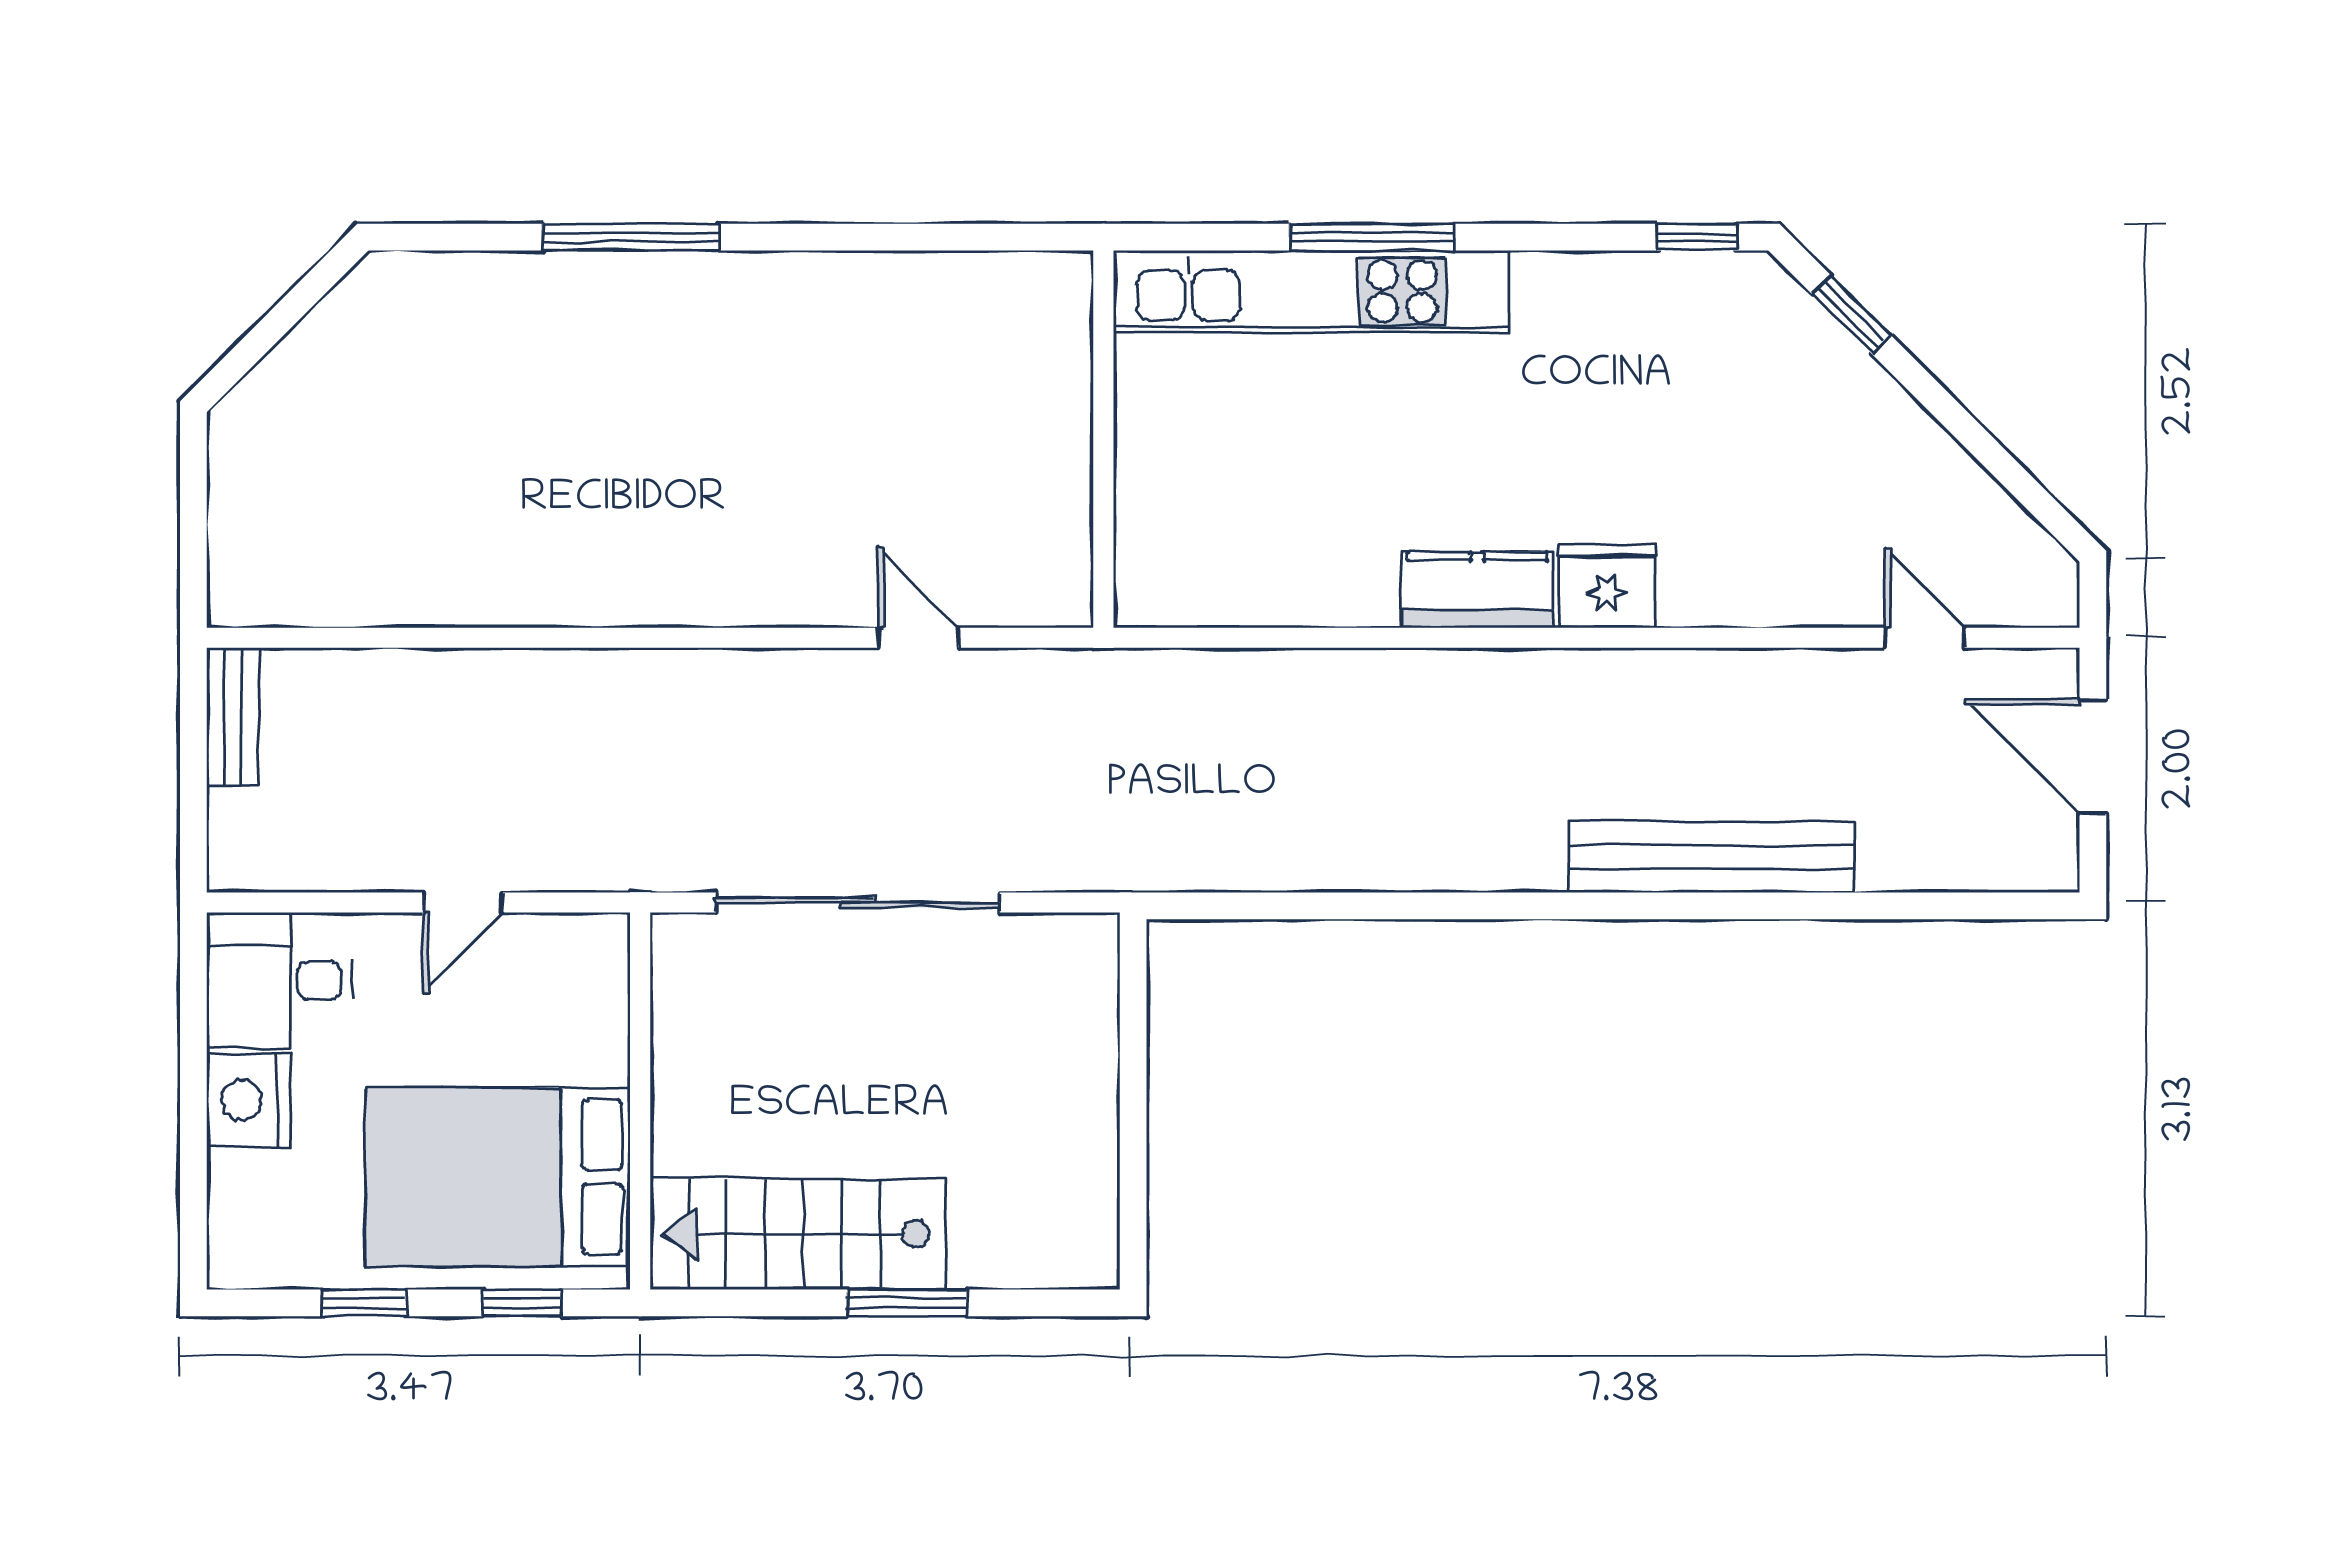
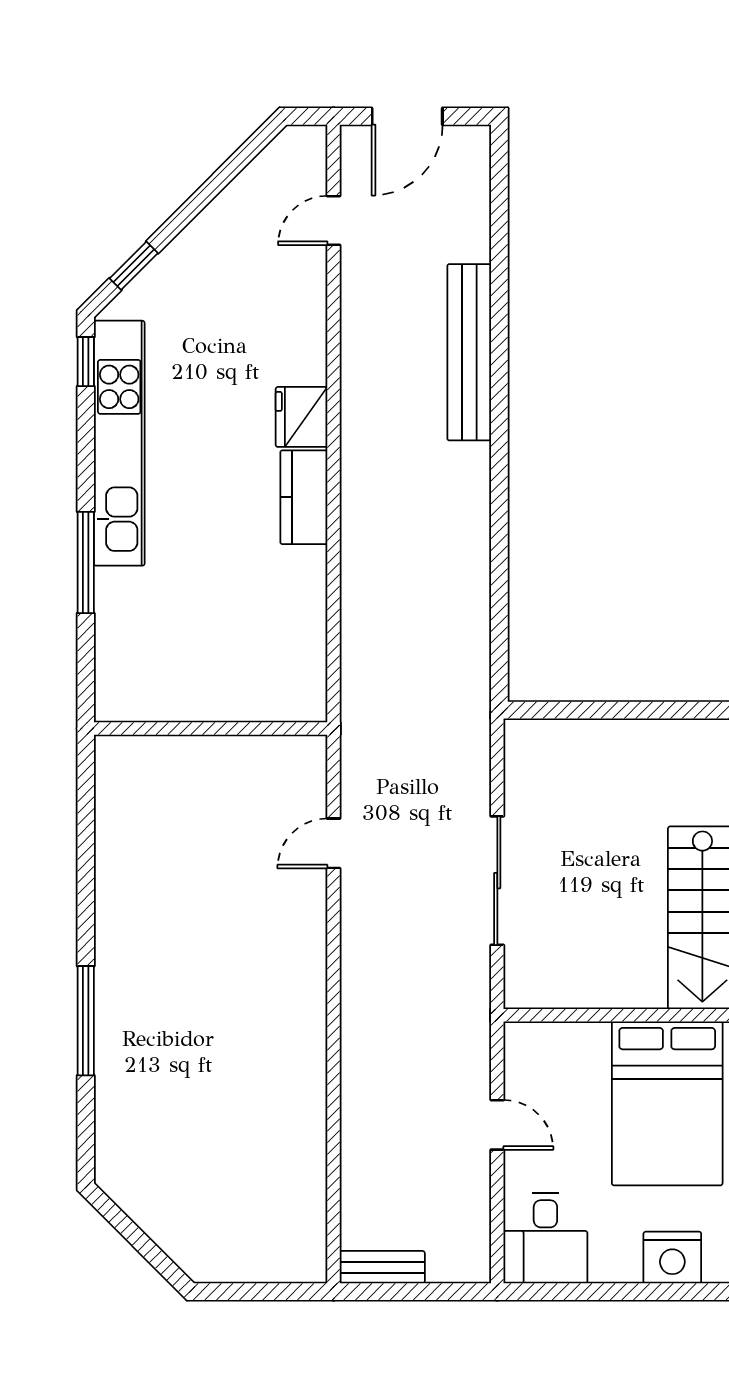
kitchen unit: (1311, 291) -> (119, 443), moved
sliding door: (858, 902) -> (497, 881), width x0.73
nightstand: (248, 1100) -> (672, 1258), moved

